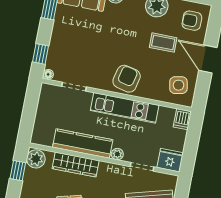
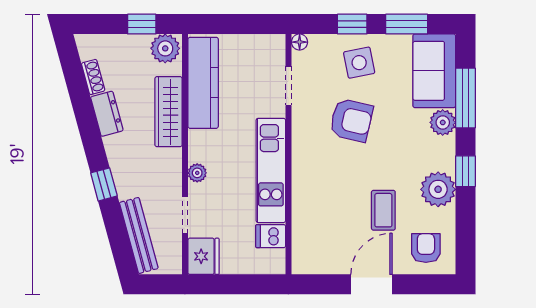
window: (41, 54) -> (352, 24), moved
armchair: (127, 79) -> (351, 120), moved
side table: (178, 85) -> (359, 63), moved
dishwasher: (182, 119) -> (271, 236), moved
kitchen counter: (83, 144) -> (203, 83), moved

